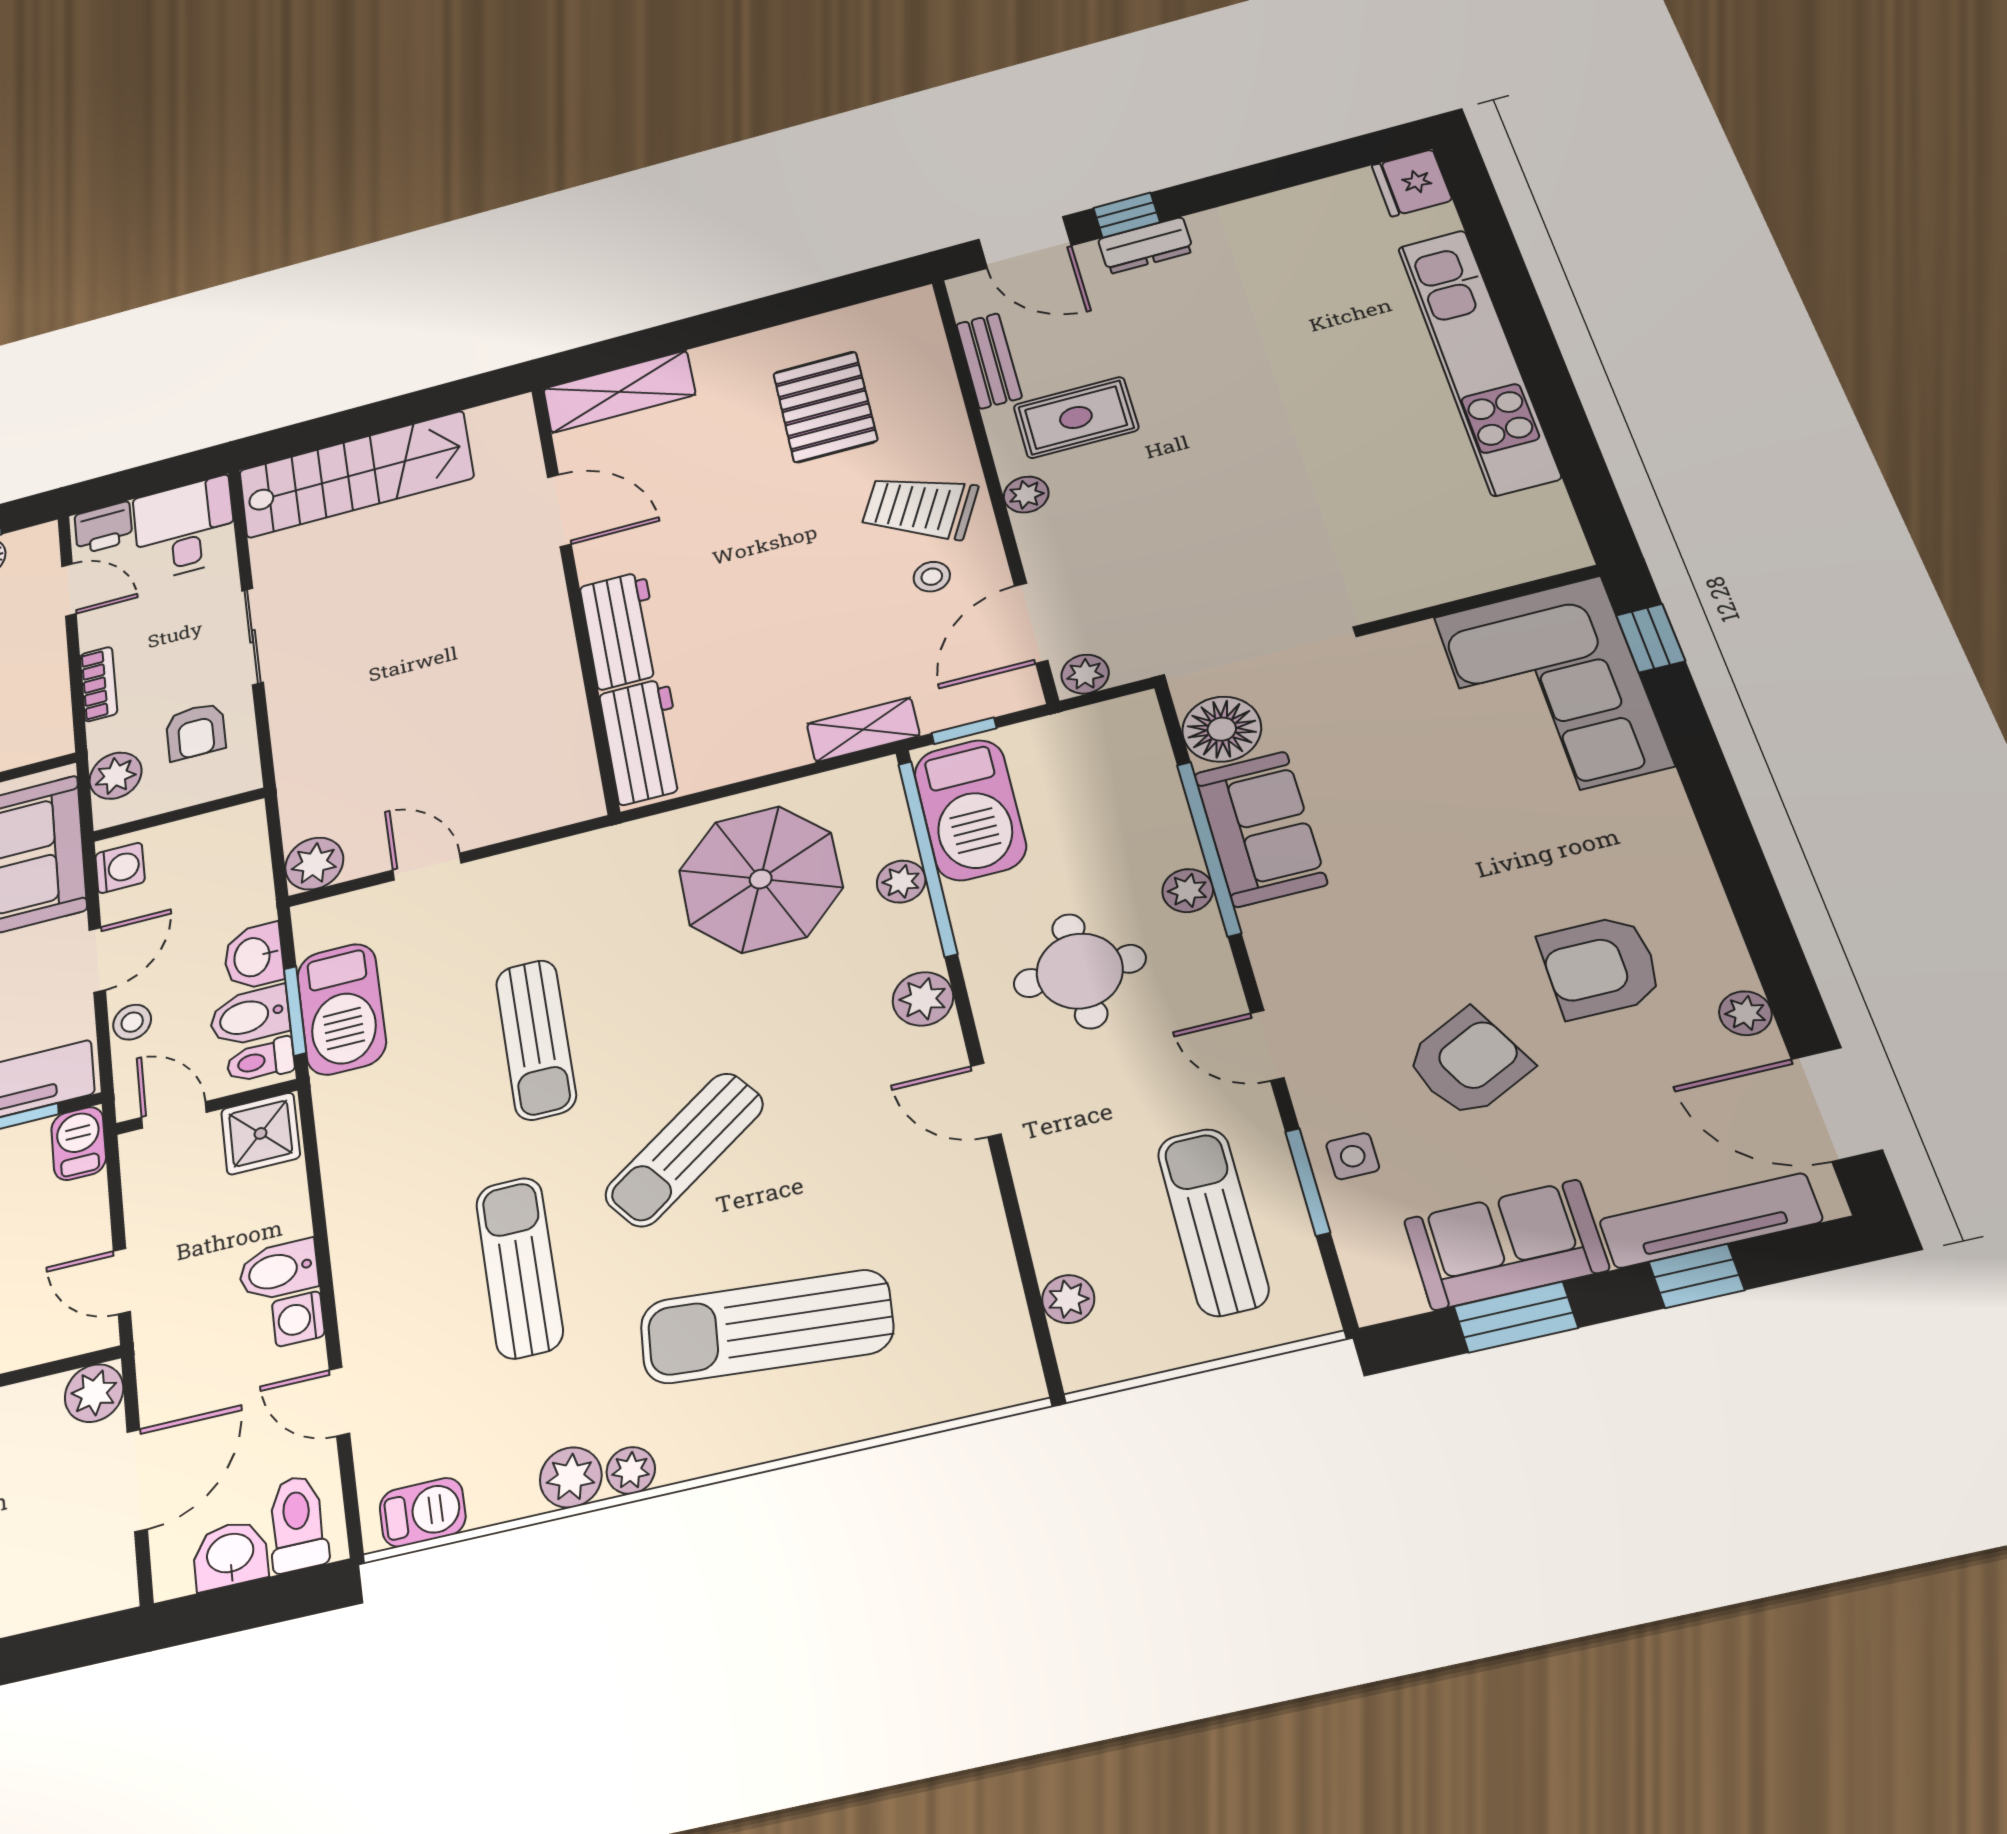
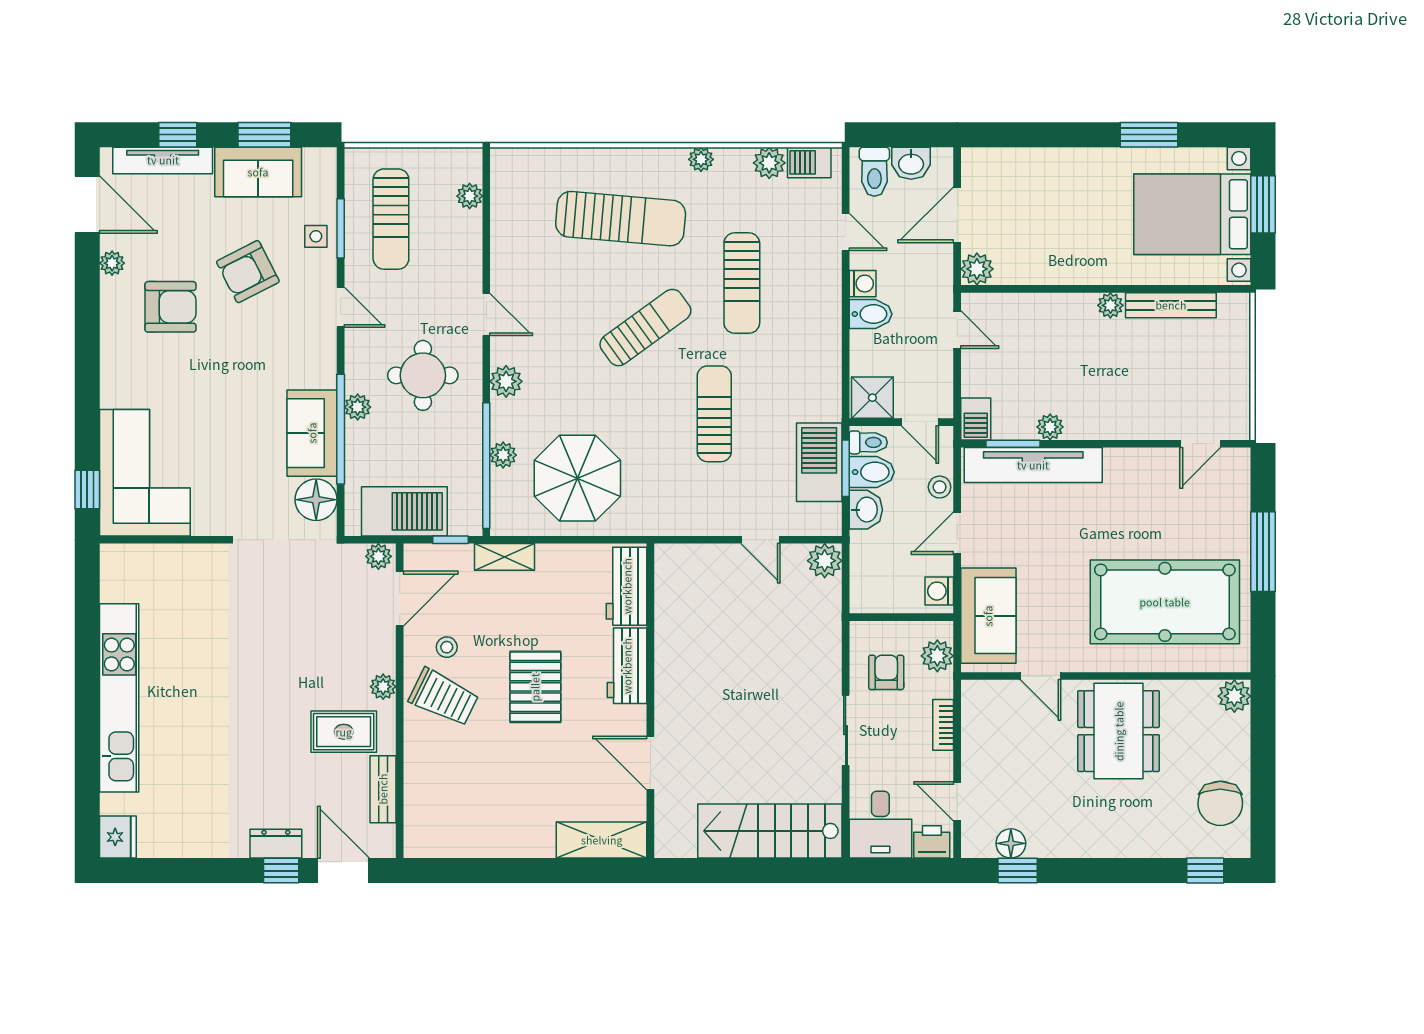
pallet: (825, 407) -> (535, 687), moved
barbecue: (970, 810) -> (404, 511), moved, turned 90
plant: (571, 1477) -> (769, 163), moved

